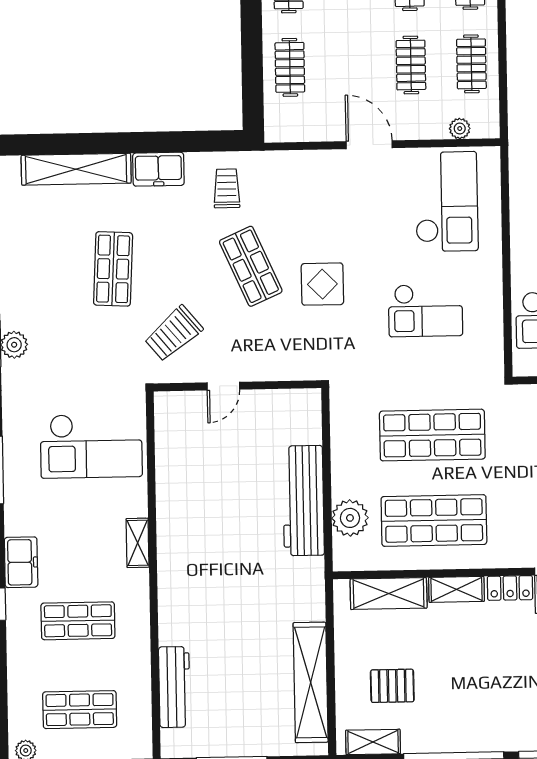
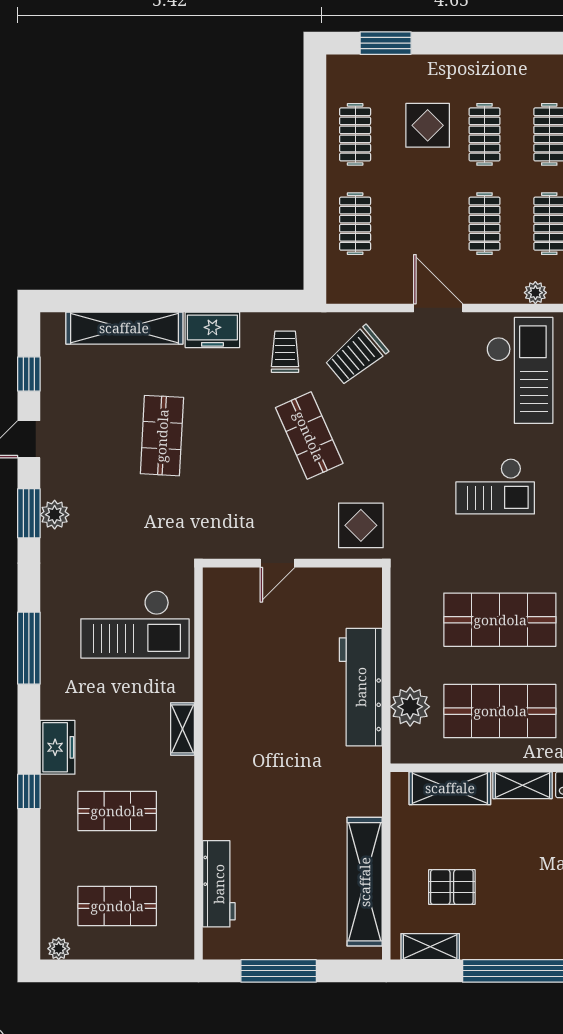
display table: (322, 284) -> (361, 525), moved
trolley: (173, 334) -> (356, 355), moved

